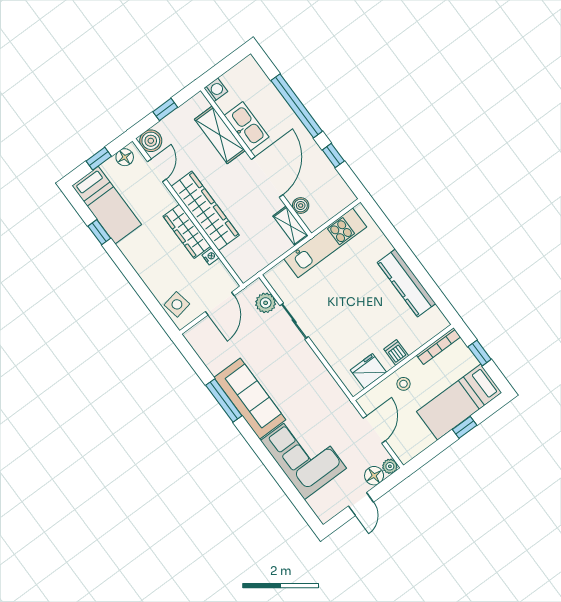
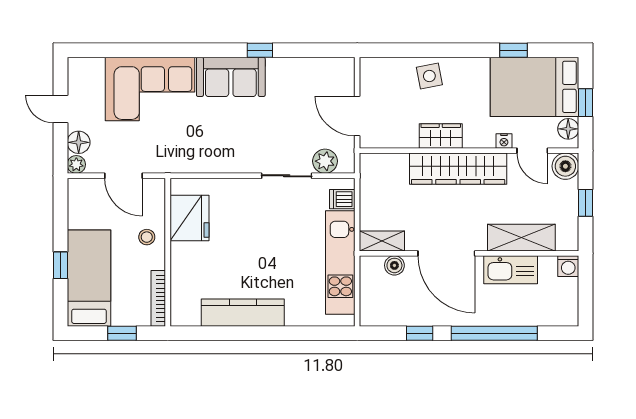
bed: (107, 205) -> (535, 87), width x1.50
wardrobe: (187, 231) -> (441, 136), width x0.67
nightstand: (210, 256) -> (504, 141), moved
side table: (177, 304) -> (429, 76), moved
dishwasher: (396, 352) -> (342, 199), moved, turned 180
fridge: (368, 371) -> (189, 218), width x1.36, depth x1.34
sofa: (250, 399) -> (231, 77), width x0.73
window: (224, 401) -> (260, 50), width x0.46

